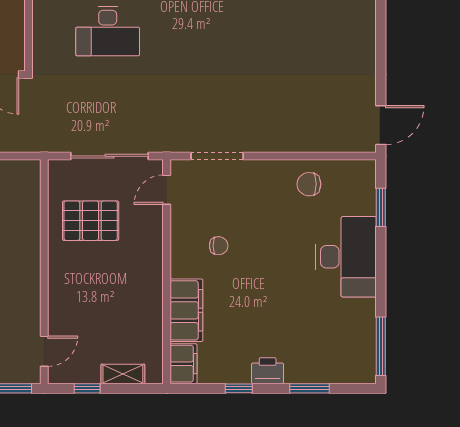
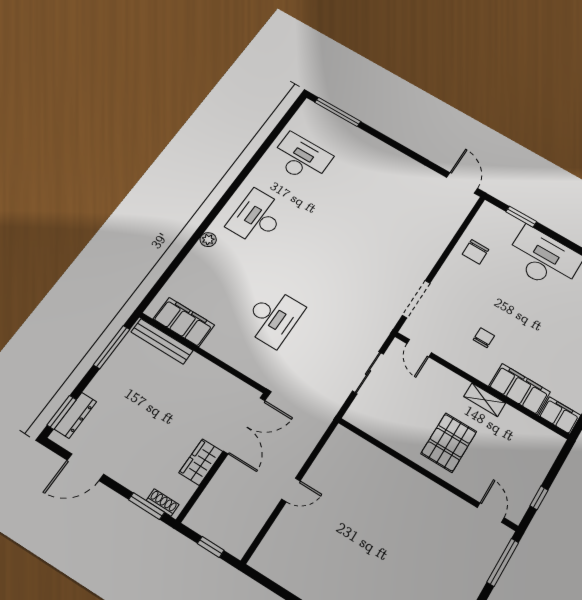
sliding door: (110, 156) -> (368, 373), width x0.73
pallet: (91, 221) -> (449, 443), moved
shelving: (123, 374) -> (485, 400), moved, turned 90

